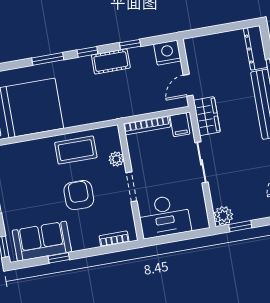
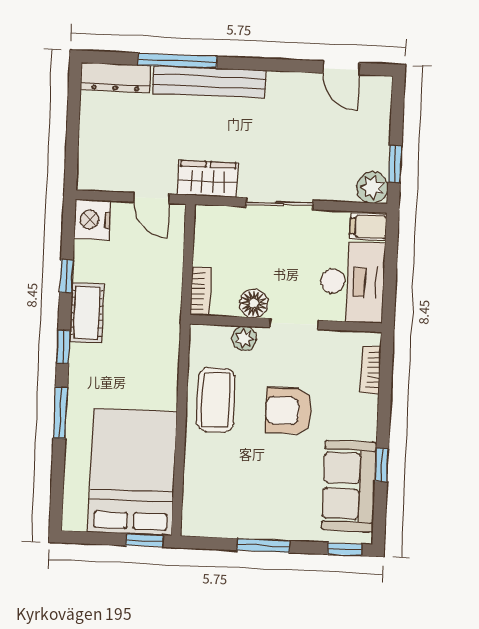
bookcase: (147, 125) -> (201, 291), width x0.64
filing cabinet: (180, 125) -> (368, 227), moved, turned 180
floor lamp: (138, 160) -> (254, 303), added

